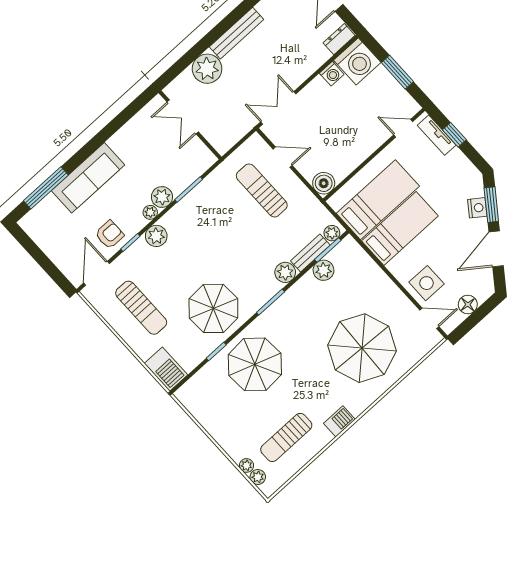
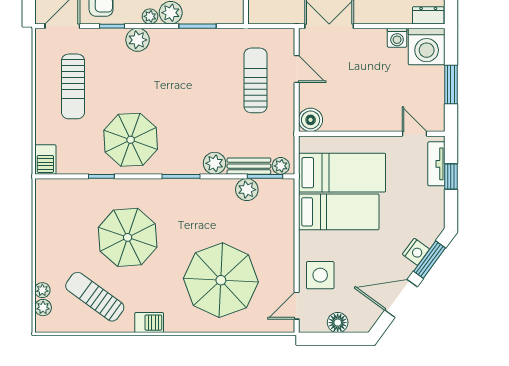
door: (429, 318) -> (297, 306), swing flipped
parasol: (255, 364) -> (128, 237), moved
barbecue: (166, 369) -> (45, 159), width x0.73, depth x0.79
sun lounger: (286, 437) -> (95, 297), turned 36

